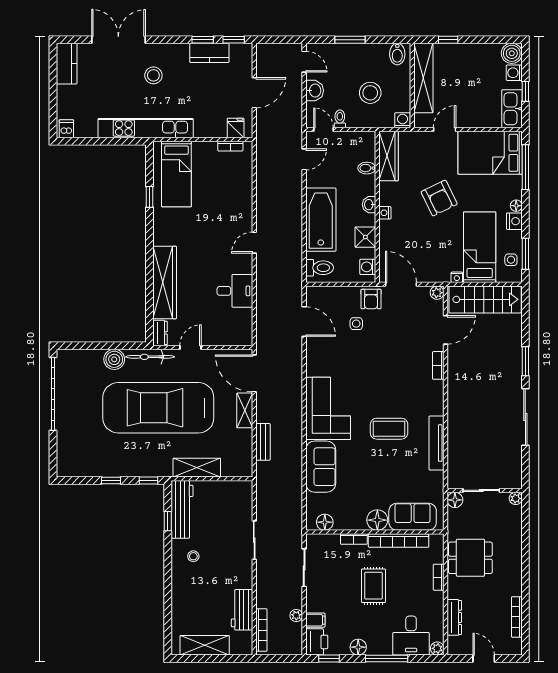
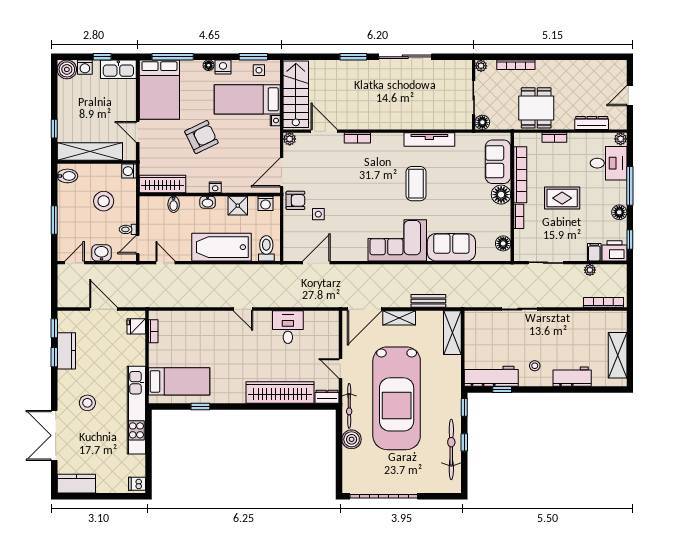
bicycle: (103, 467) -> (451, 449), added
shelving: (197, 468) -> (452, 333), moved
workbench: (242, 610) -> (572, 377), moved, turned 180
bookcase: (517, 617) -> (516, 65), moved

